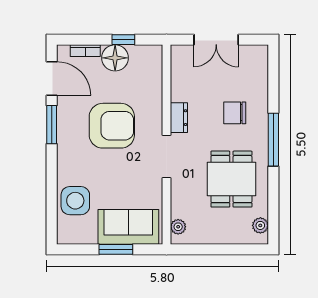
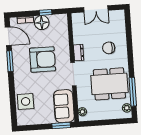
window: (273, 140) -> (133, 92), moved
dining table: (231, 179) -> (109, 84), width x1.38
sofa: (128, 227) -> (64, 106), moved, turned -90
window: (116, 249) -> (61, 125), moved

